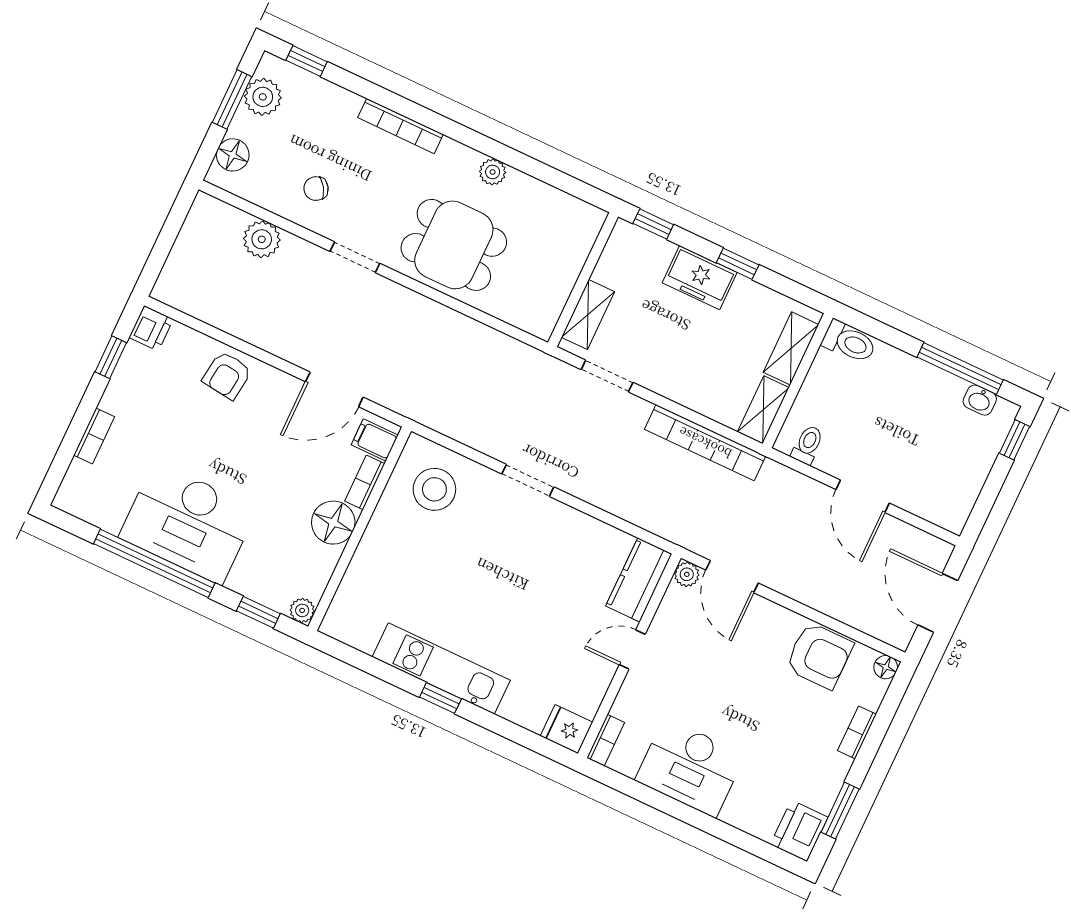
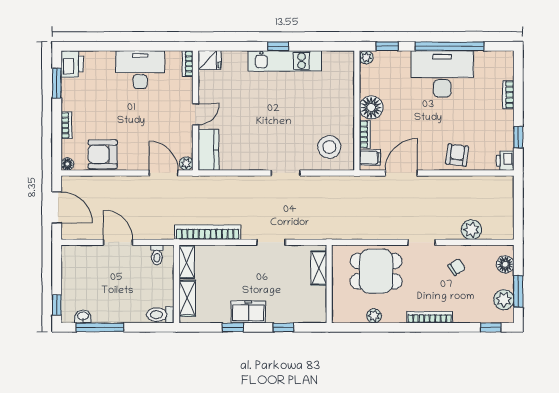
wall: (583, 280) -> (329, 284), moved
shelving: (588, 315) -> (319, 268), moved

